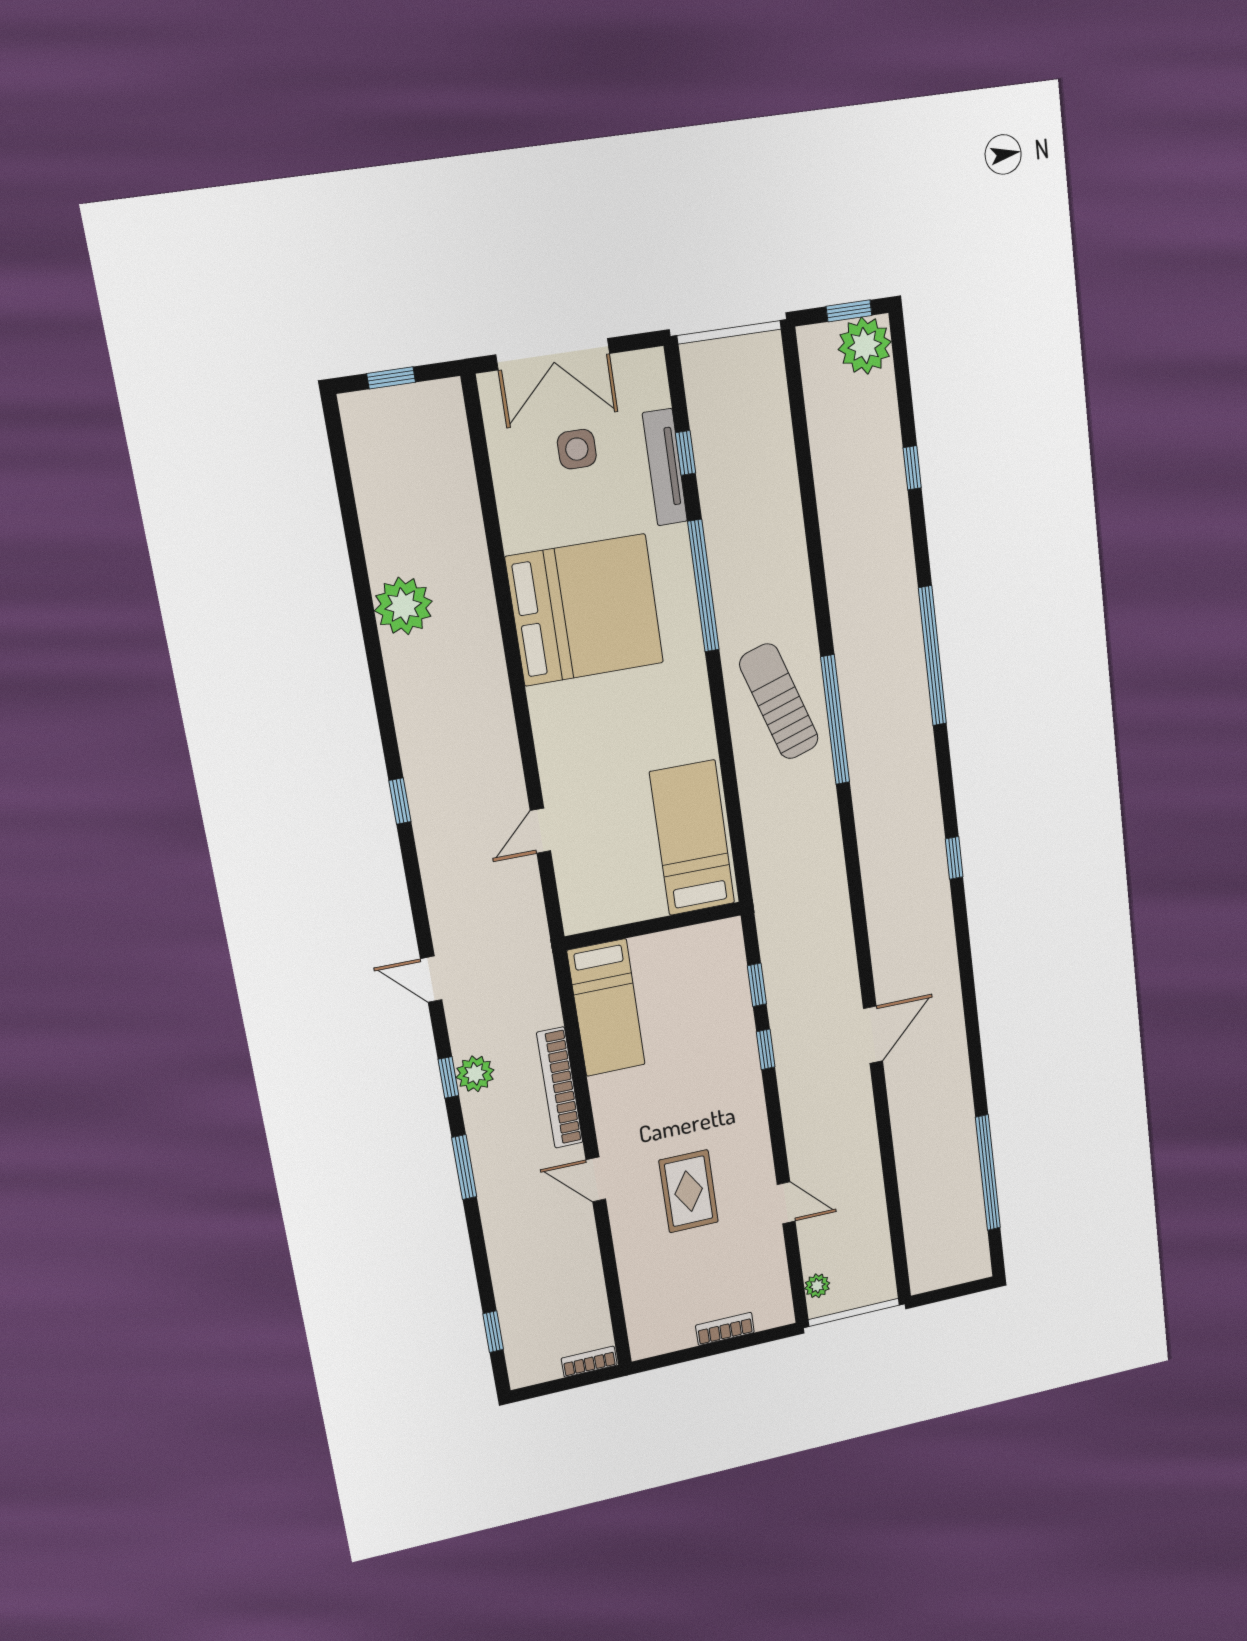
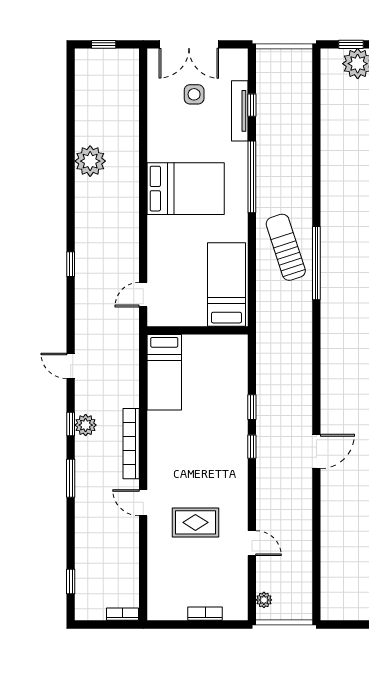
bed: (585, 610) -> (186, 189), width x0.73
bed: (692, 838) -> (227, 285), moved
wall: (653, 926) -> (198, 330), moved
bed: (606, 1008) -> (164, 372), moved
rug: (689, 1191) -> (195, 522), turned 90

